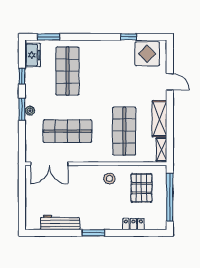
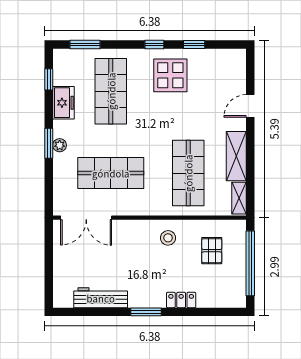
window: (99, 37) -> (154, 45), added
display table: (147, 54) -> (170, 75), moved
freezer: (33, 55) -> (63, 103), moved
window: (22, 76) -> (49, 79), moved
door: (170, 82) -> (250, 106), swing flipped
pallet: (141, 188) -> (212, 251), width x0.67, depth x0.71
locker: (133, 224) -> (181, 300), moved

